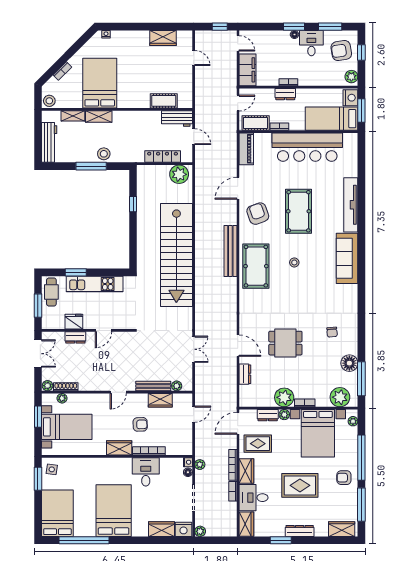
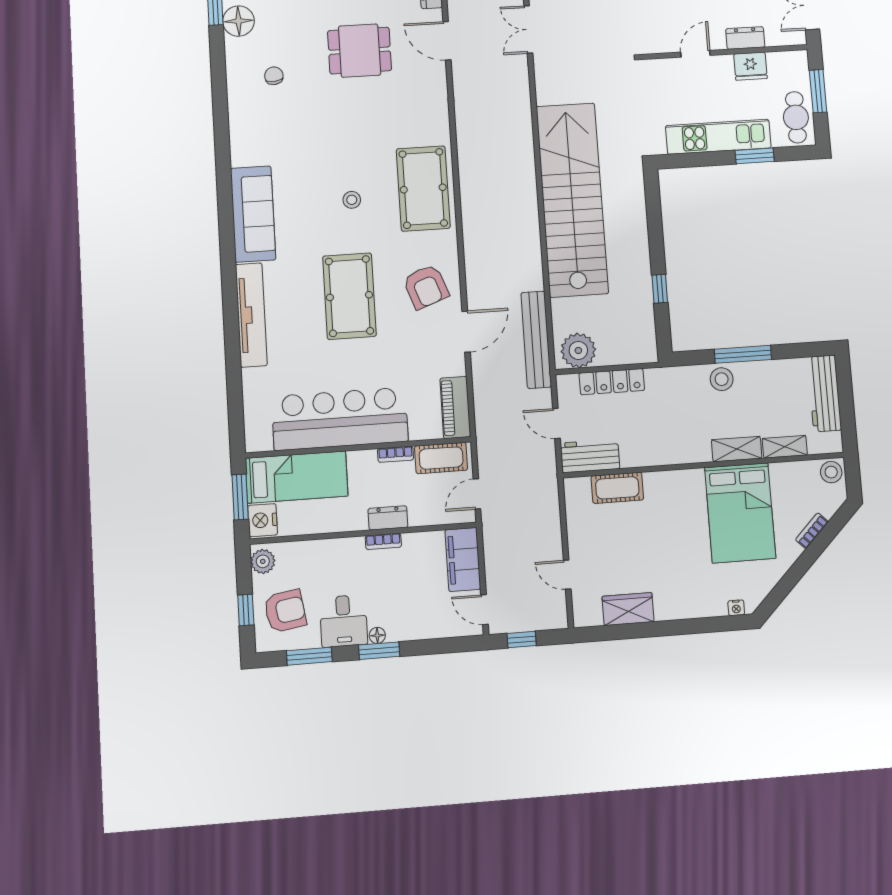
bench: (230, 251) -> (536, 340), moved

